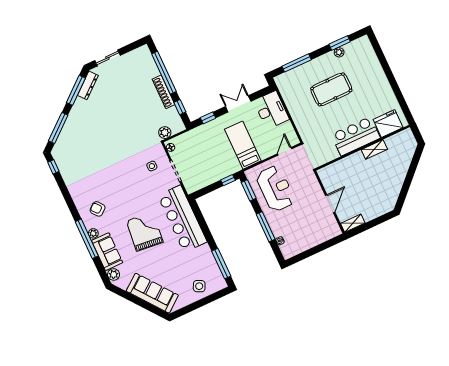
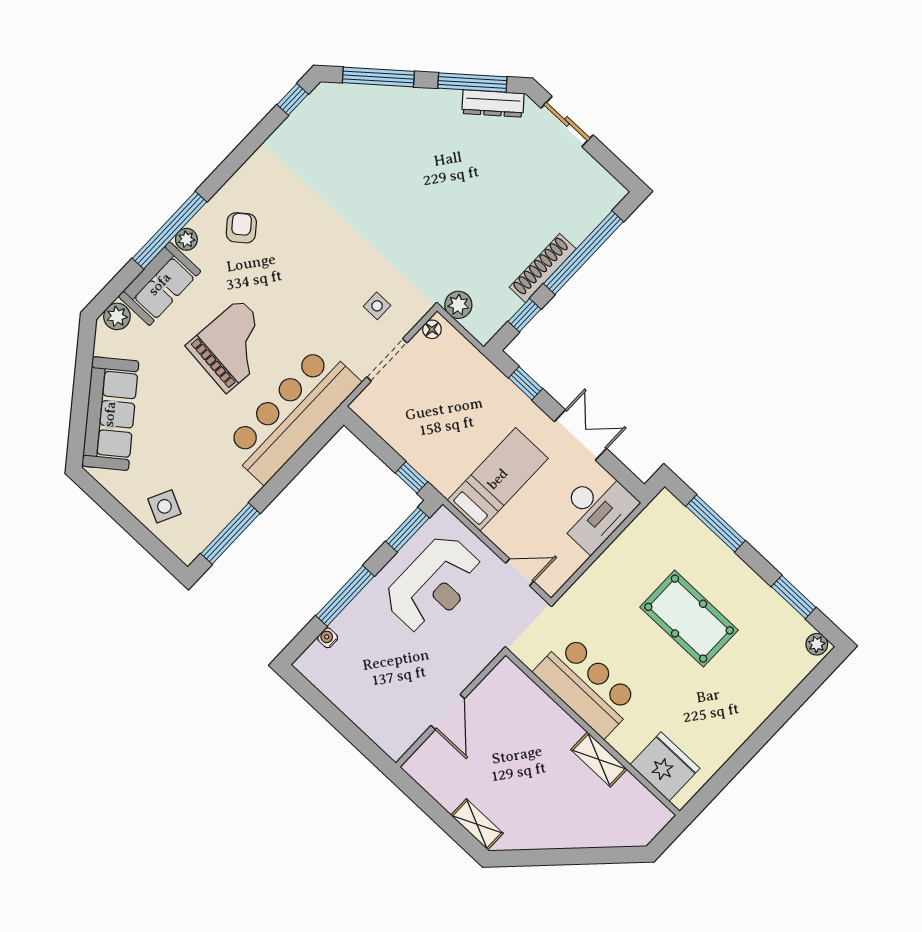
plant: (339, 52) -> (817, 644), moved
bar counter: (356, 136) -> (587, 686), moved
door: (330, 204) -> (448, 712), hinge flipped
shelving: (353, 223) -> (477, 824), moved

